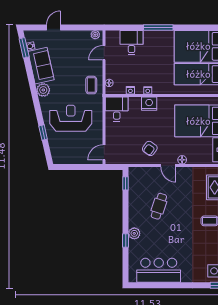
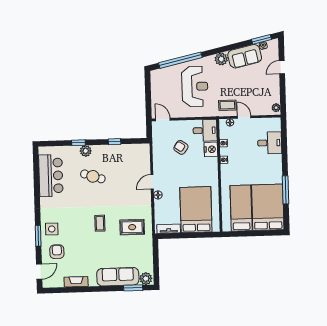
door: (54, 27) -> (282, 67), swing flipped
window: (158, 27) -> (286, 190), moved
door: (104, 53) -> (244, 117), moved
nightstand: (149, 104) -> (211, 149), moved
window: (43, 132) -> (180, 60), width x3.17
armchair: (150, 148) -> (181, 147), moved
window: (126, 183) -> (114, 142), moved
cafe table: (159, 206) -> (93, 176), moved

